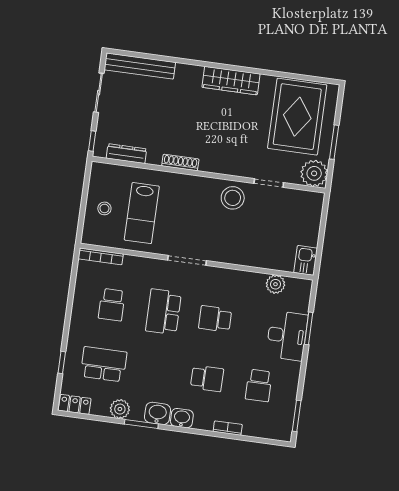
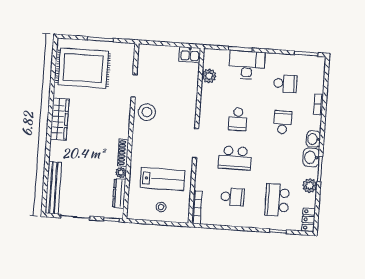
plant: (314, 173) -> (121, 173), moved, width x0.53, depth x0.53

